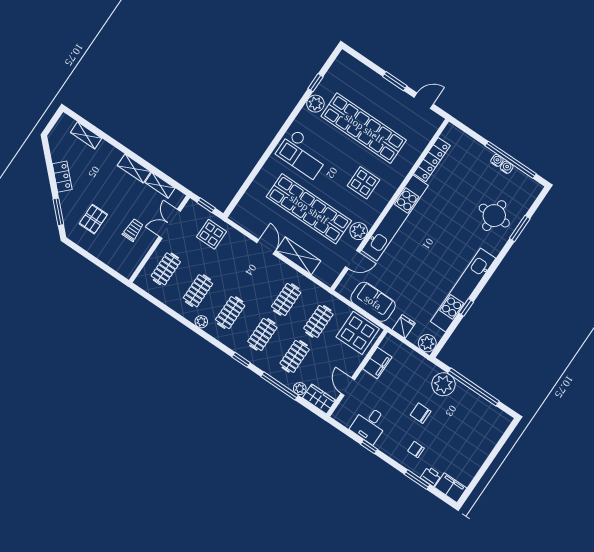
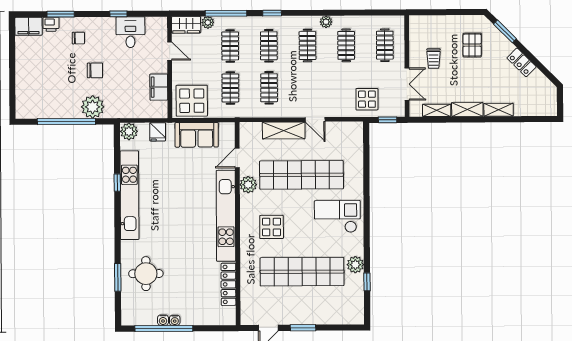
shelving: (86, 135) -> (499, 110), moved

